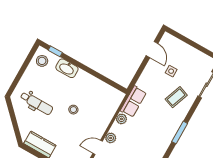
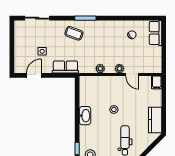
washbasin: (67, 68) -> (85, 116), moved
coffee table: (176, 97) -> (74, 33), moved
row of seats: (133, 102) -> (65, 67), moved

